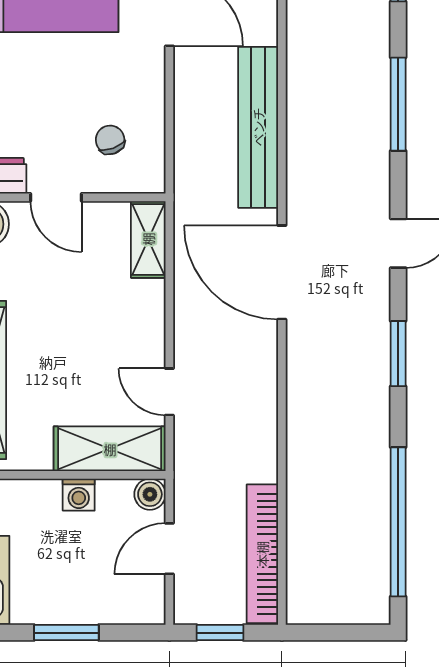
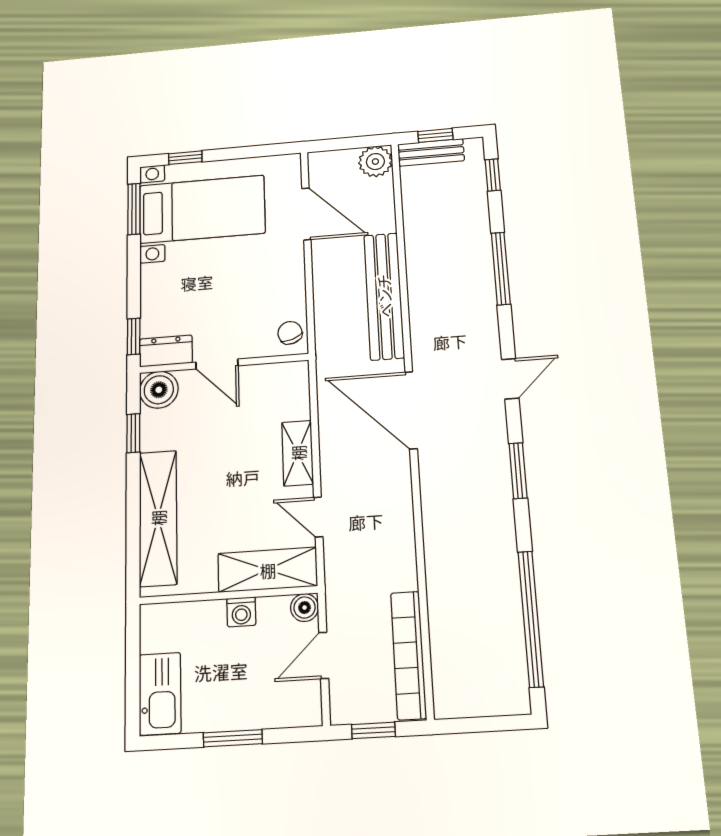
chair: (110, 140) -> (290, 333), moved
shelving: (148, 239) -> (298, 453), moved

